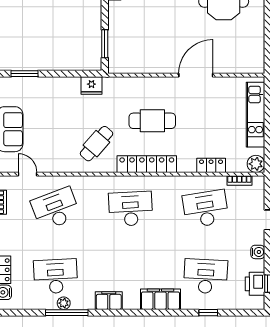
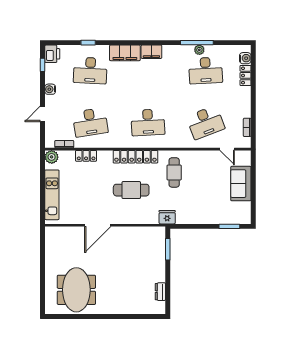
fridge: (91, 85) -> (167, 217), moved
cafe table: (96, 144) -> (174, 172), turned -41
printer: (255, 284) -> (52, 54), moved
filing cabinet: (109, 301) -> (151, 52), moved

